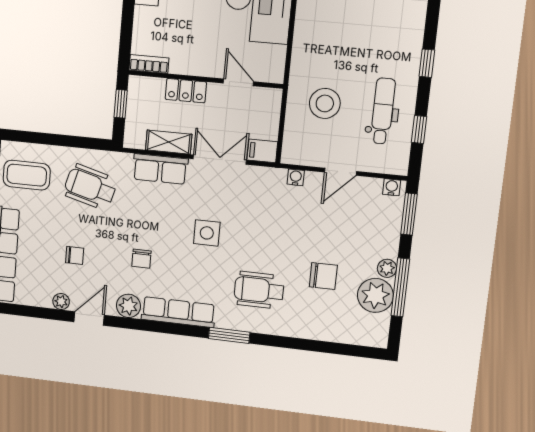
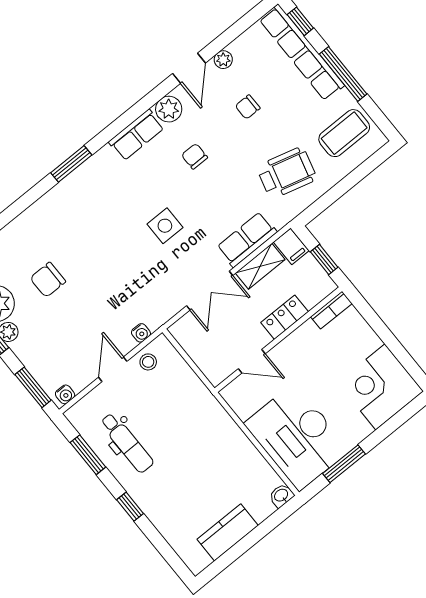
stool: (325, 103) -> (148, 362), moved, width x0.53, depth x0.53
window: (419, 129) -> (88, 455), width x1.50
filing cabinet: (262, 151) -> (291, 246), moved, turned 90
wheelchair: (259, 290) -> (84, 221), removed
row of seats: (178, 312) -> (136, 135), width x0.68

